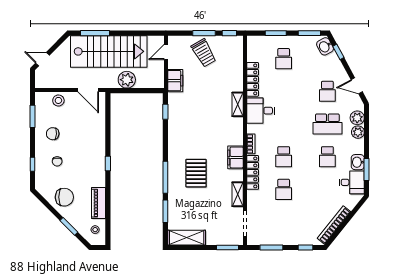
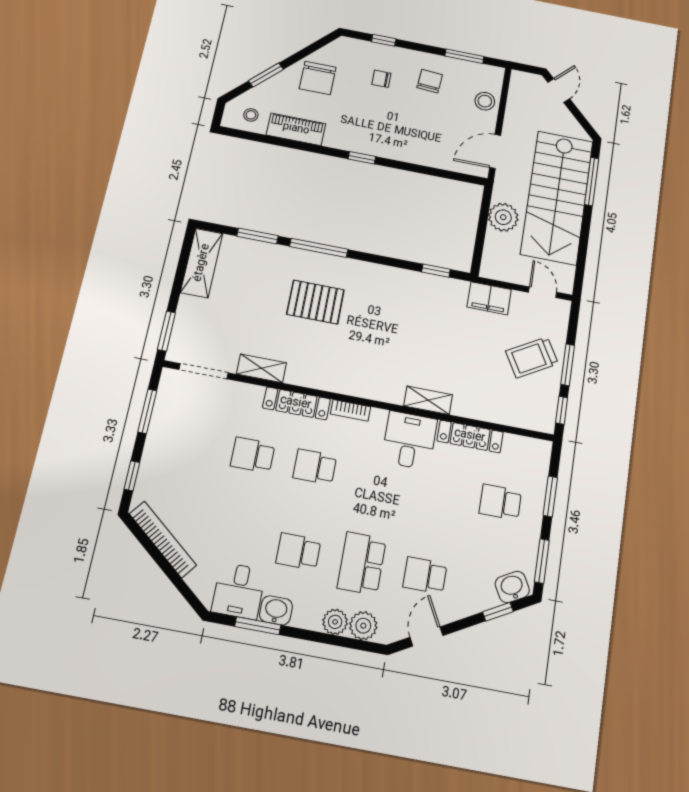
filing cabinet: (236, 157) -> (331, 378), removed

